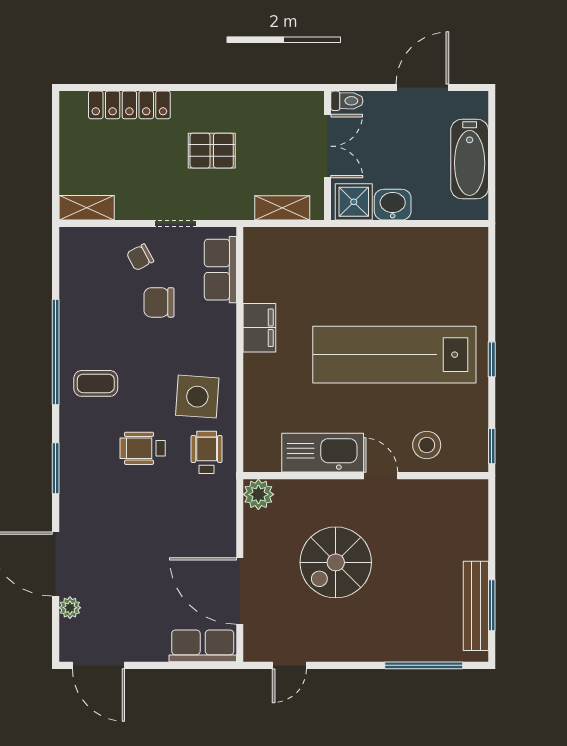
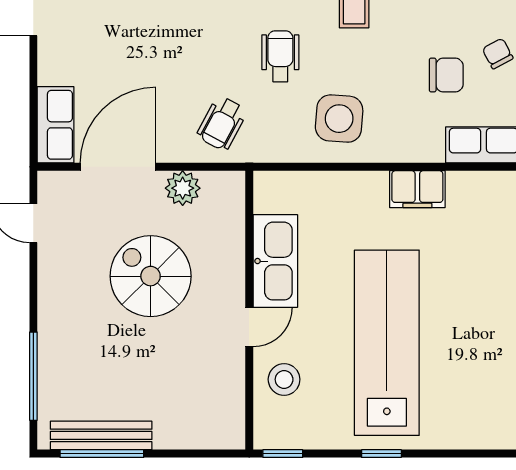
chair: (159, 302) -> (446, 75), turned 90
wheelchair: (207, 452) -> (222, 123), moved, turned 118
plant: (258, 494) -> (183, 188), moved
window: (492, 605) -> (102, 454), width x1.44

